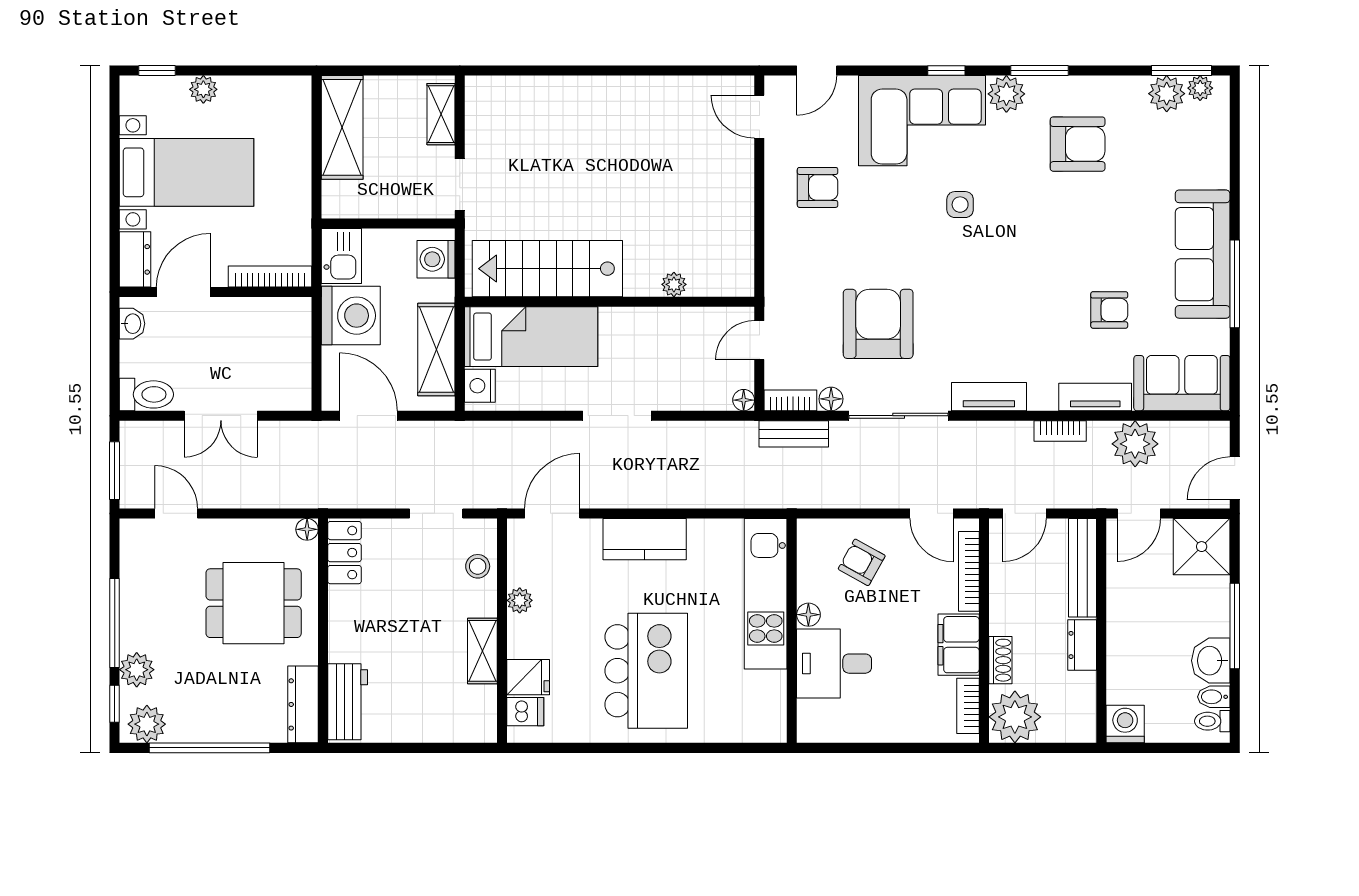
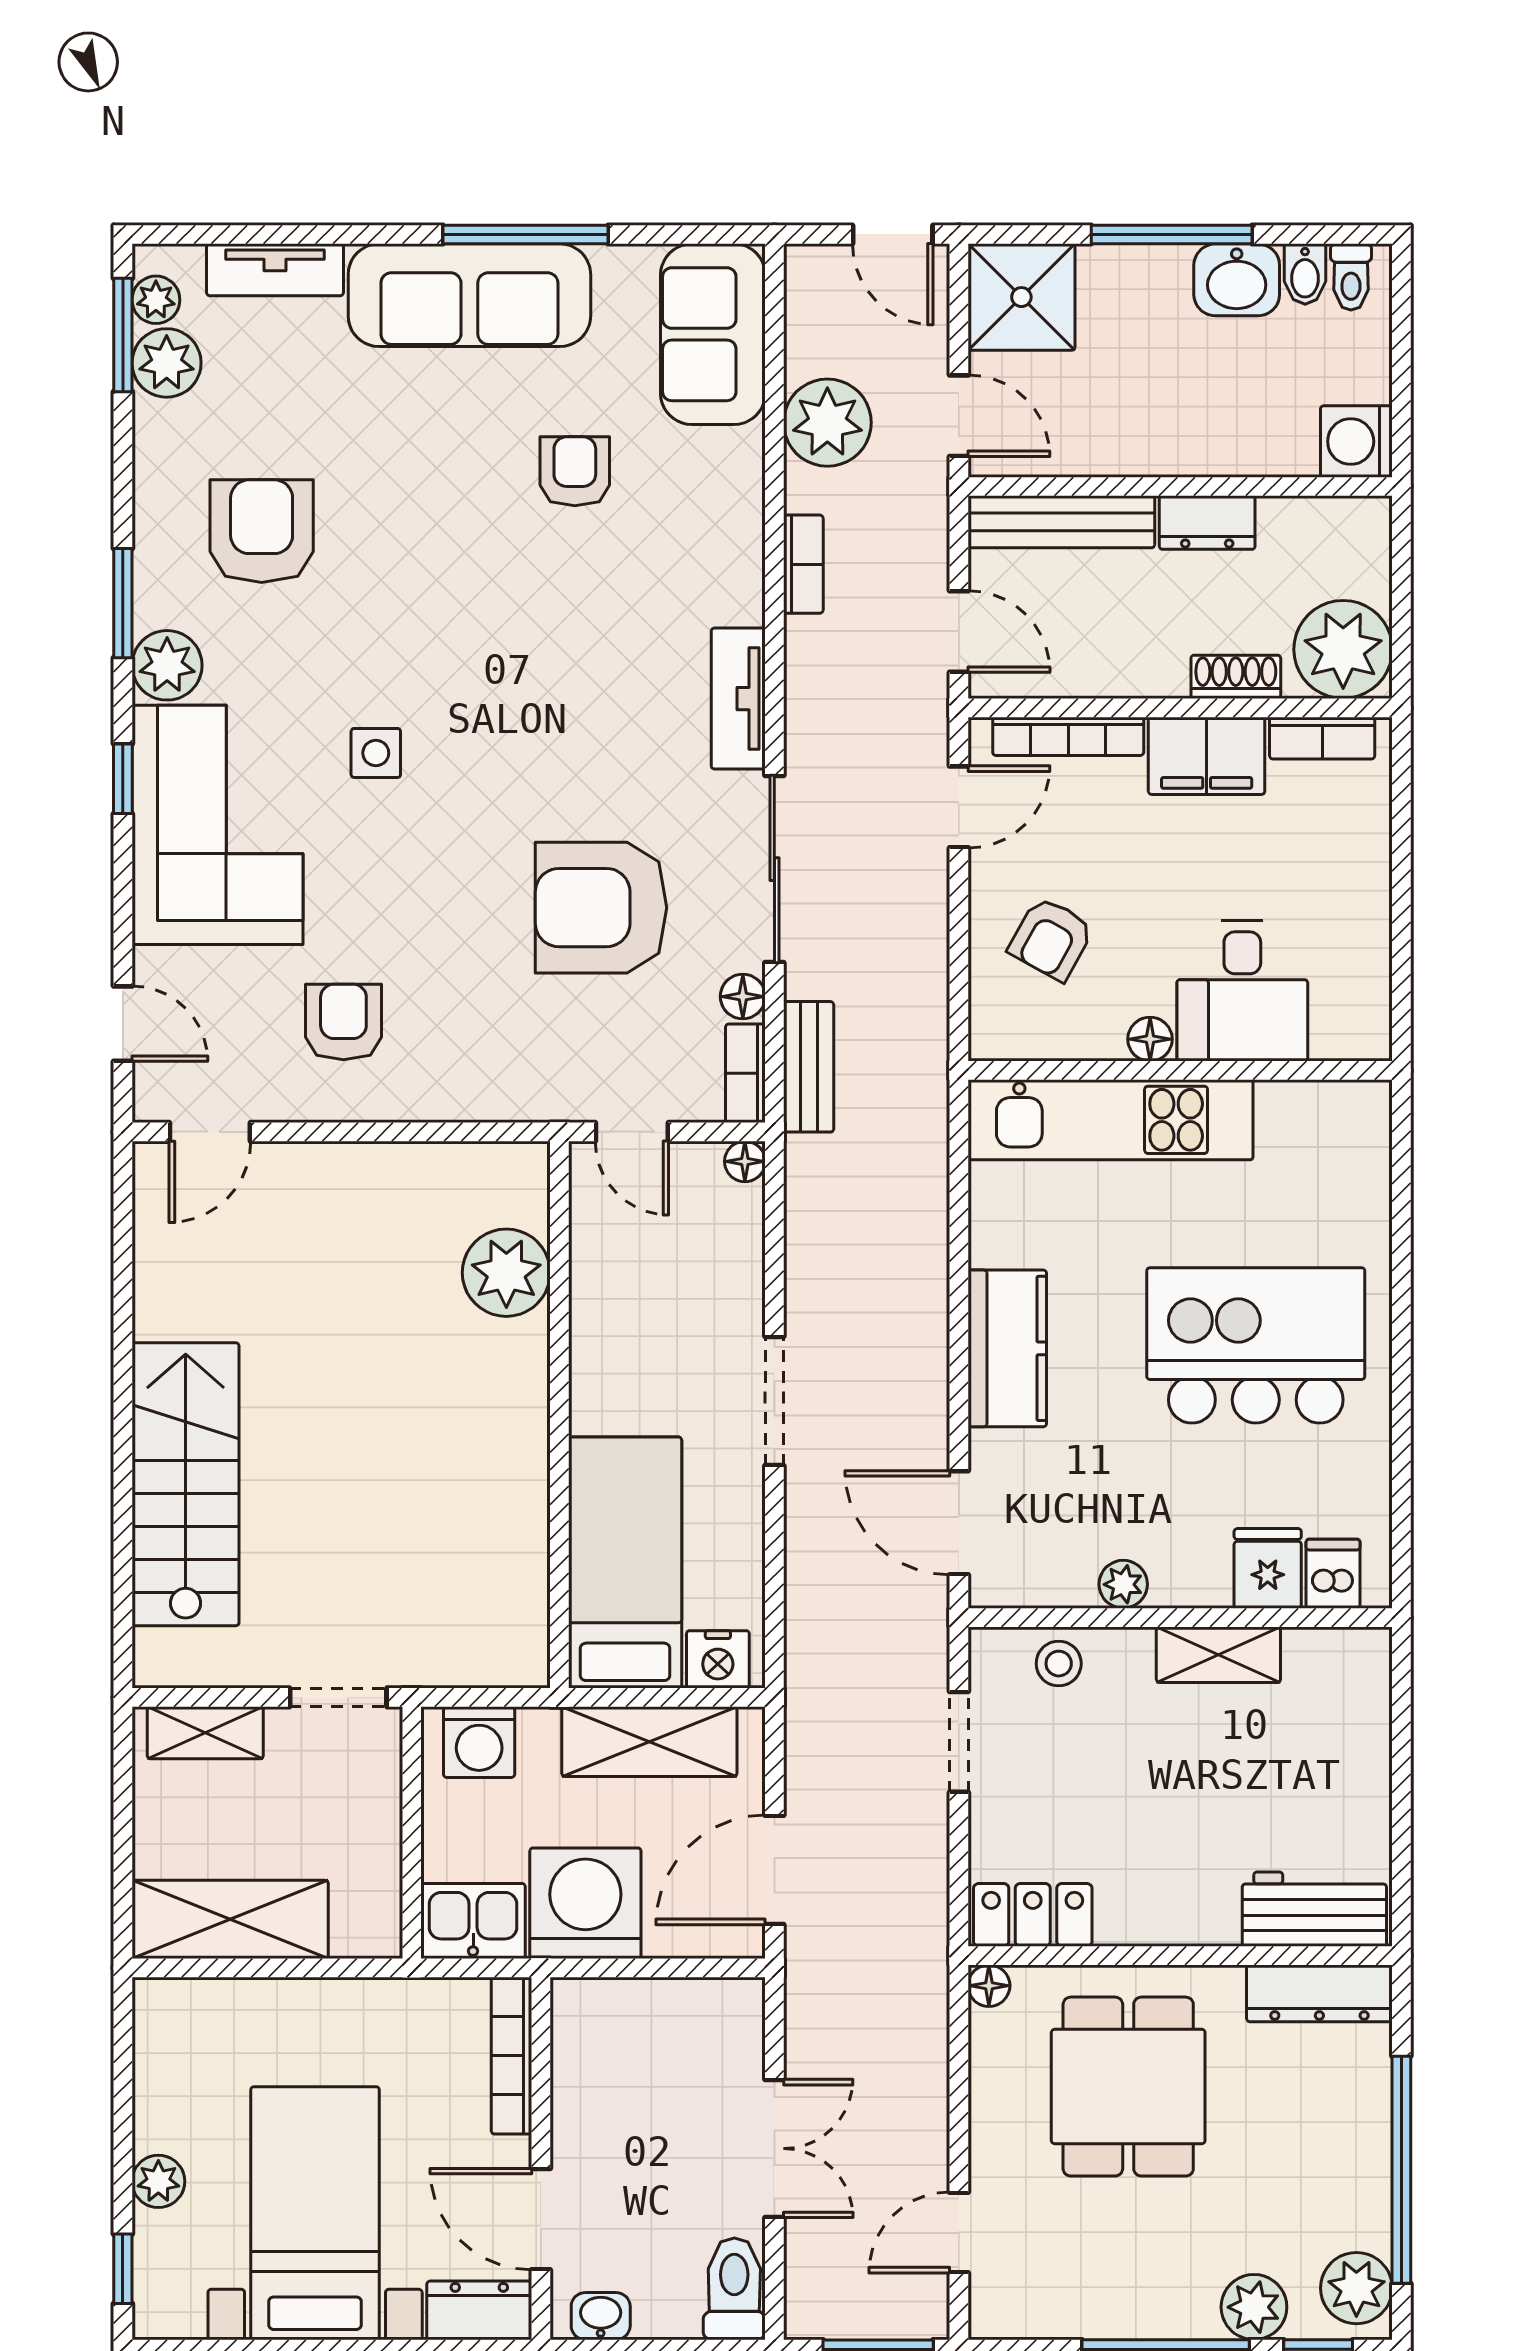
stairs: (547, 269) -> (186, 1484), moved, turned 180
plant: (674, 284) -> (506, 1273), width x1.87, depth x1.87
tv unit: (1095, 397) -> (275, 270), moved, turned -90

